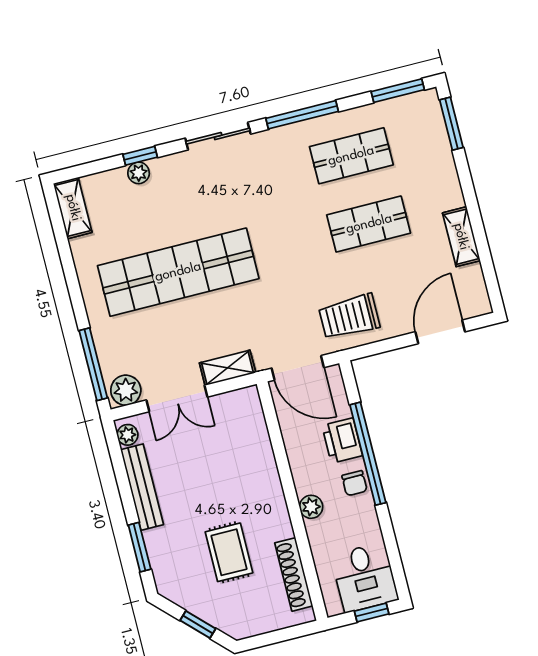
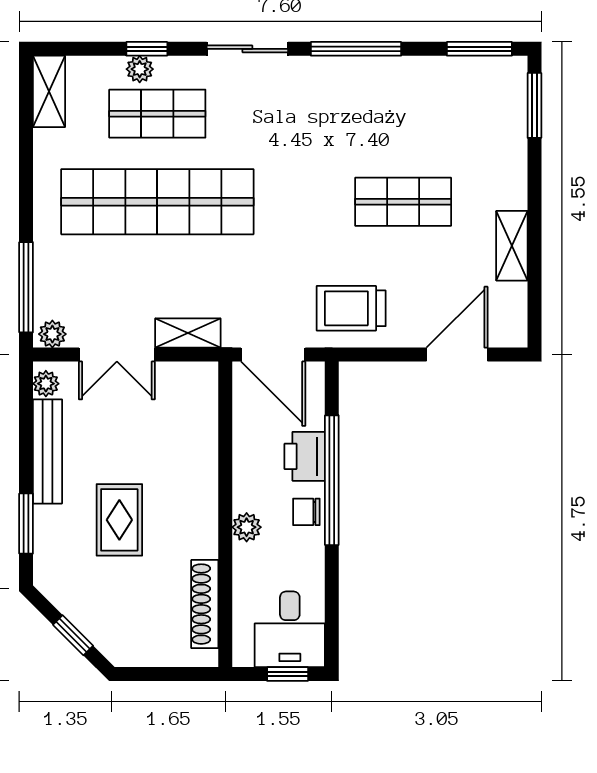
shop shelf: (351, 156) -> (157, 114), moved
plant: (126, 390) -> (52, 334), width x0.73, depth x0.73
chair: (354, 483) -> (306, 512), turned 90
rug: (229, 552) -> (119, 520), moved

